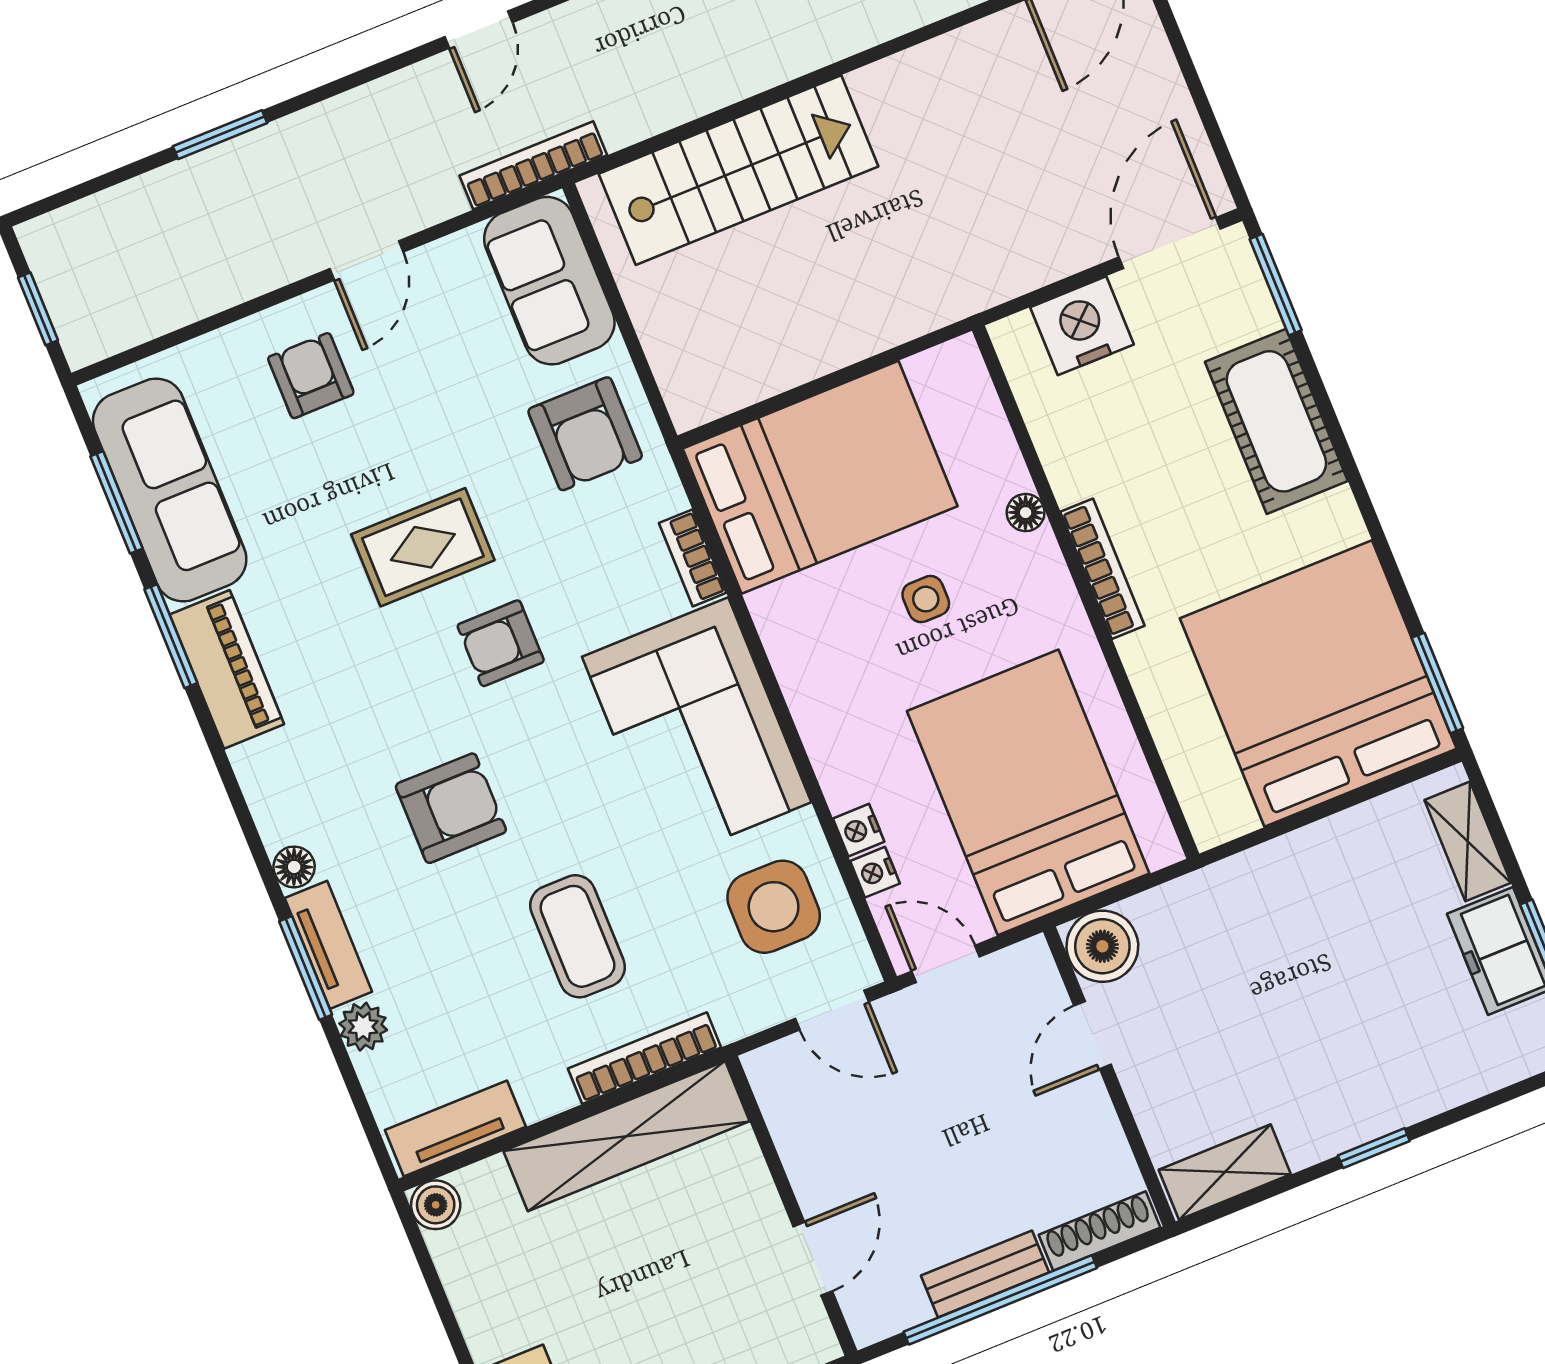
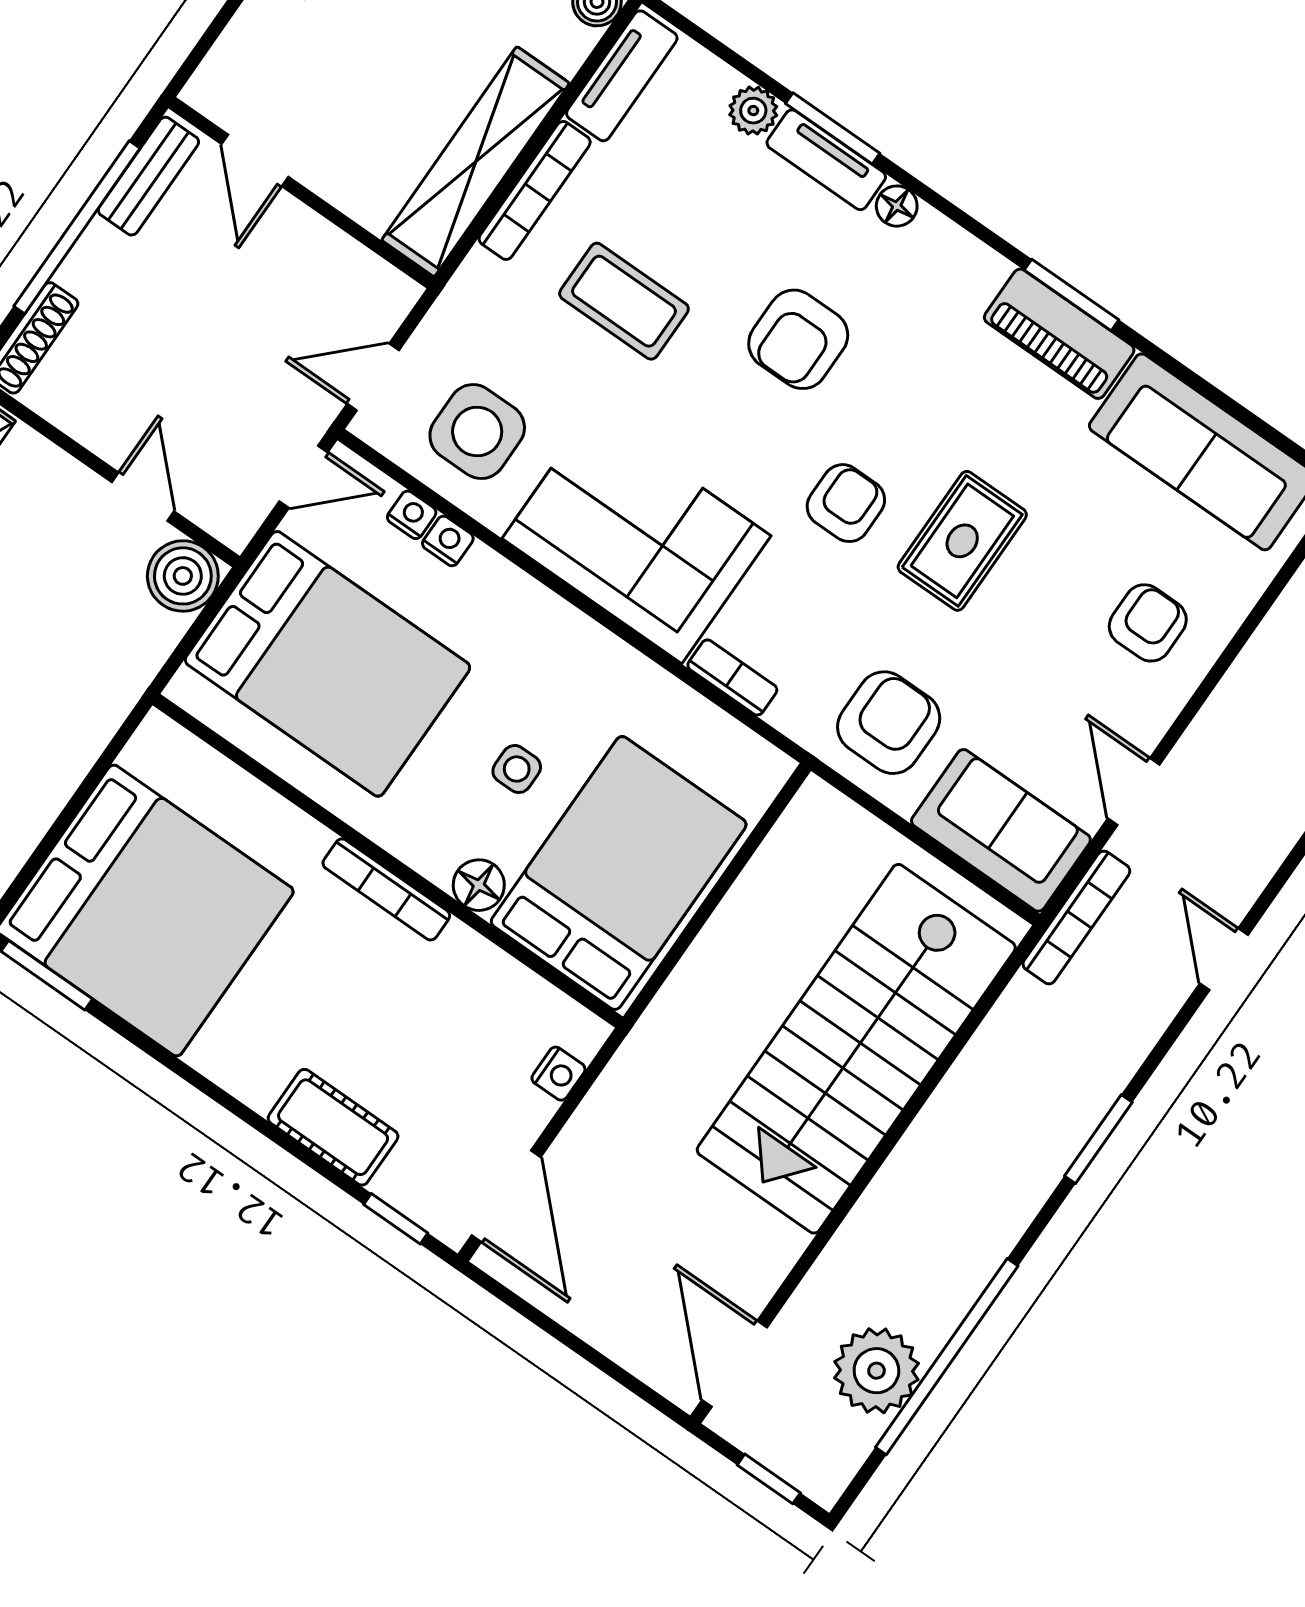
door: (479, 30) -> (1224, 959), moved
stairs: (739, 170) -> (856, 1049), width x1.36, depth x1.51
door: (366, 260) -> (1134, 792), moved
window: (1276, 285) -> (396, 1219), width x0.67
nightstand: (1082, 326) -> (558, 1074), width x0.53, depth x0.56
armchair: (311, 376) -> (1148, 623), turned -90
cot: (1276, 421) -> (333, 1127), width x0.73, depth x0.75
armchair: (585, 434) -> (889, 723), turned 90
bed: (820, 477) -> (619, 873), moved, turned 180
window: (117, 502) -> (1241, 413), removed
floor lamp: (1026, 513) -> (479, 885), width x1.37, depth x1.37
window: (171, 636) -> (1072, 295), moved
bookcase: (645, 1058) -> (535, 190), moved
bench: (985, 1274) -> (149, 176), moved

